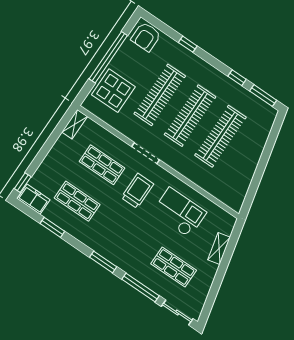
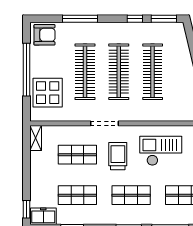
armchair: (146, 37) -> (44, 35), turned -90
window: (188, 44) -> (80, 19), width x2.17
shop shelf: (125, 234) -> (131, 195), added

